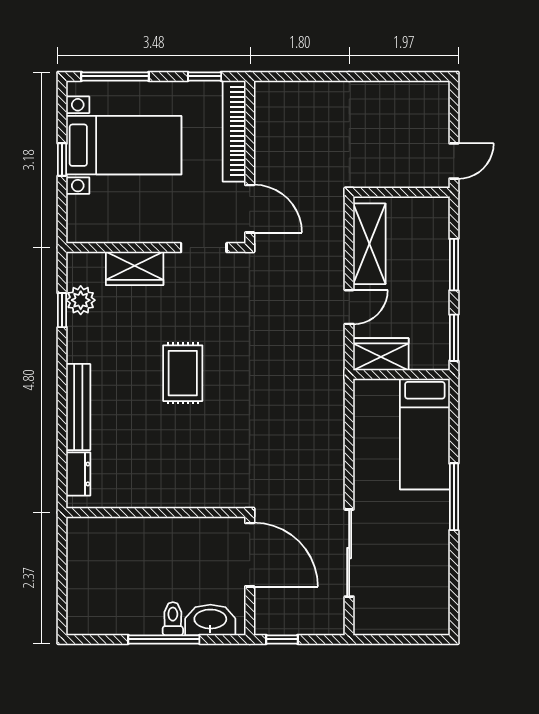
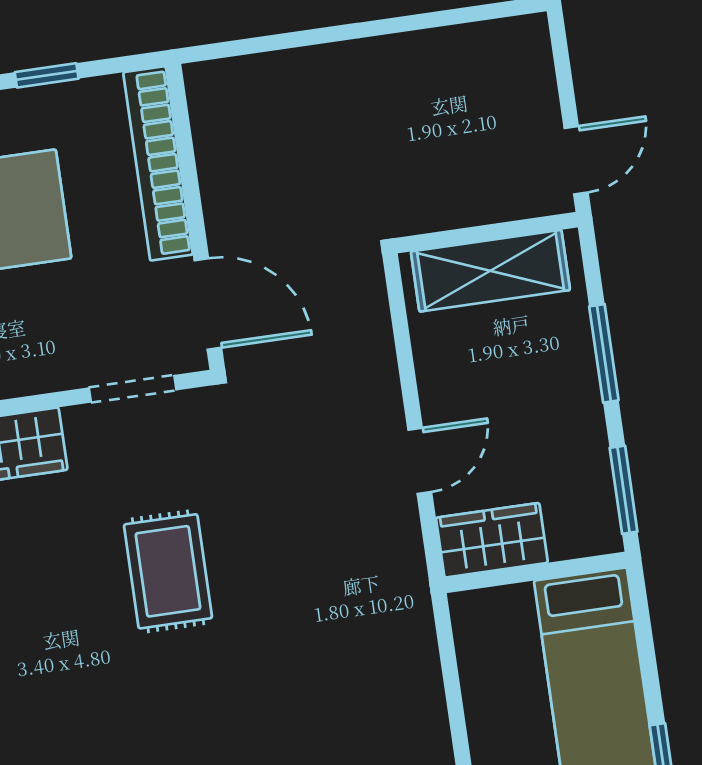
window: (205, 76) -> (47, 75), moved
shelving: (369, 244) -> (490, 271), moved, turned 90
rug: (183, 373) -> (168, 571), moved

